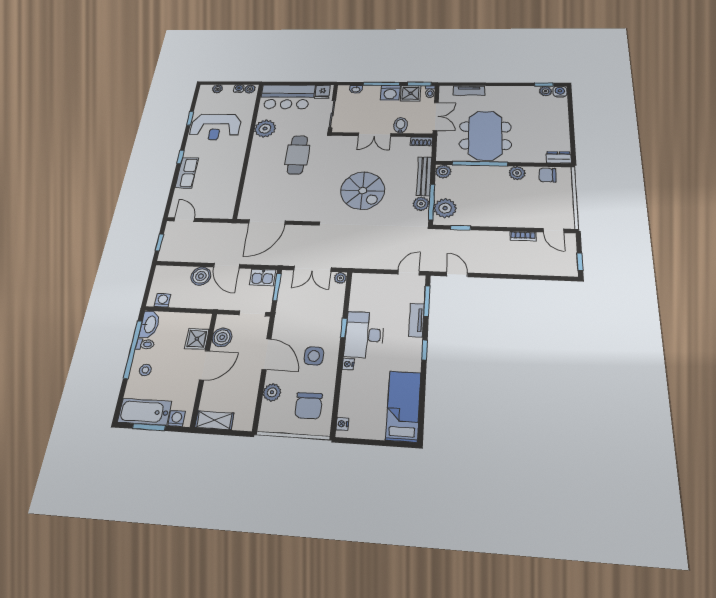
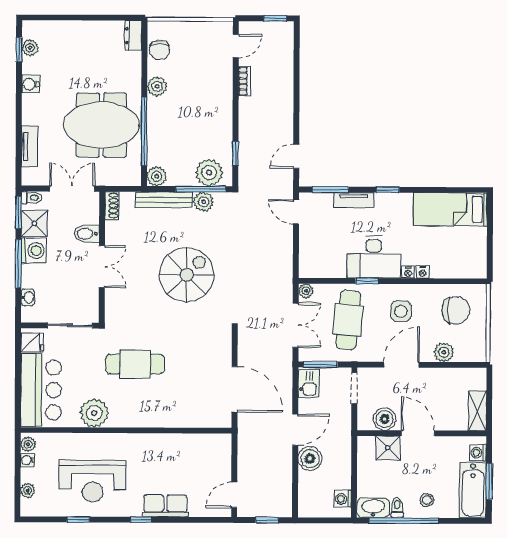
water cooler: (560, 92) -> (30, 84), moved
reception desk: (215, 127) -> (92, 481), turned 90
cafe table: (312, 311) -> (348, 320), added
nightstand: (342, 424) -> (423, 272), moved

